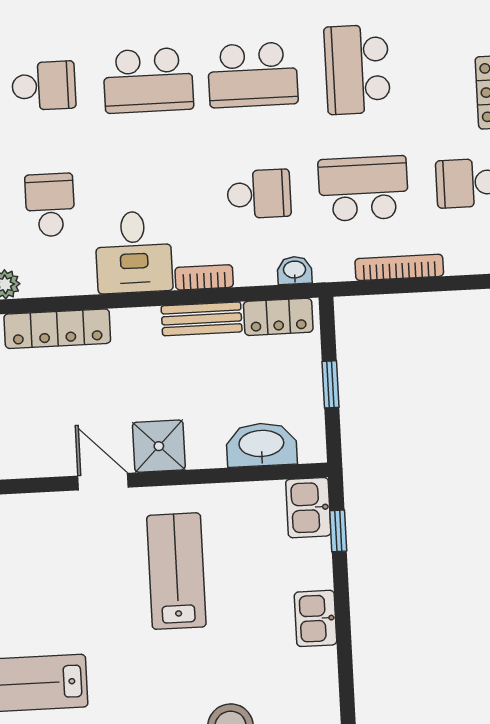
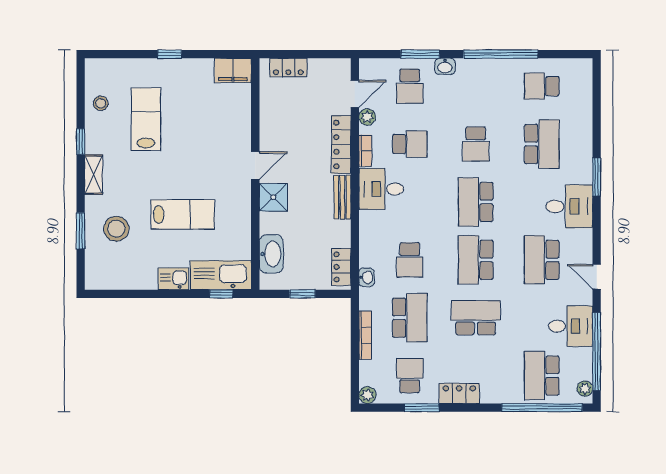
bookcase: (204, 277) -> (365, 151), moved
bench: (202, 319) -> (342, 197), moved
kitchen sink: (308, 508) -> (221, 275), width x1.87, depth x1.24
lab bench: (176, 571) -> (183, 214), moved

